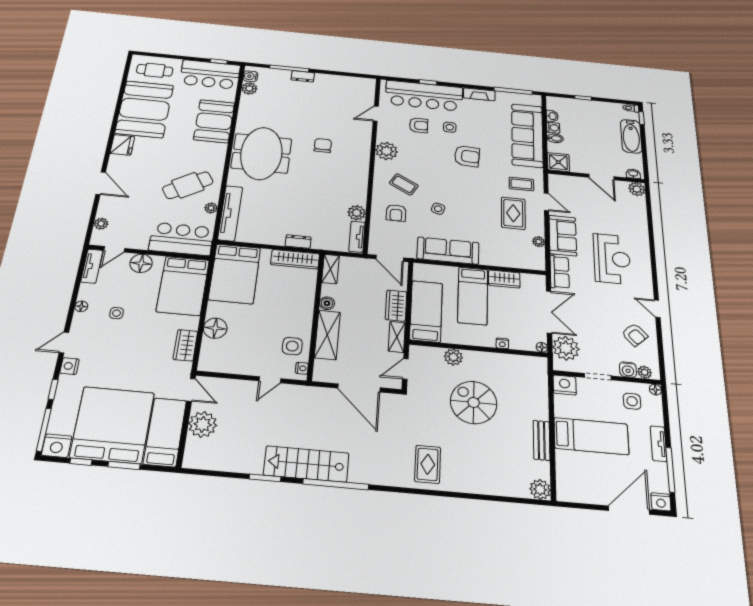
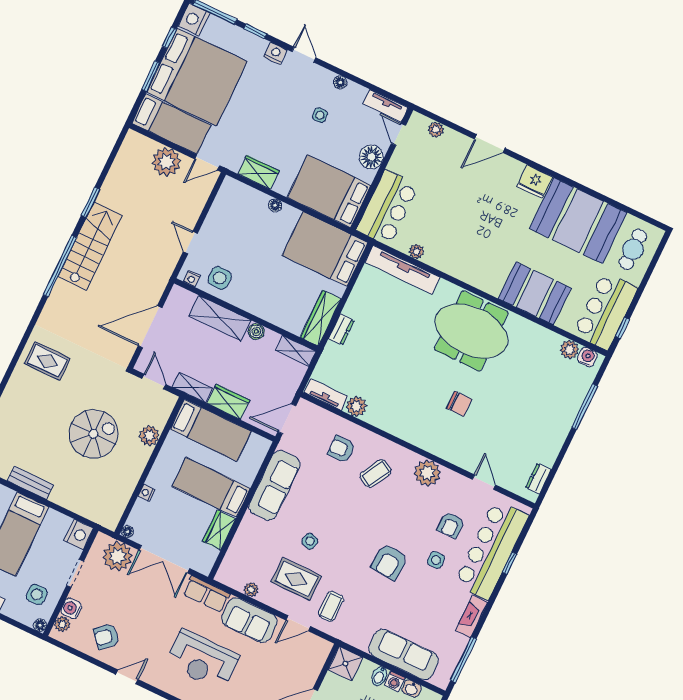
dresser: (303, 76) -> (538, 479), moved
sofa: (527, 135) -> (404, 654), width x0.74, depth x0.79
cafe table: (188, 185) -> (455, 236), removed
side table: (438, 209) -> (310, 541), moved
floor lamp: (215, 328) -> (275, 205), width x0.53, depth x0.53

